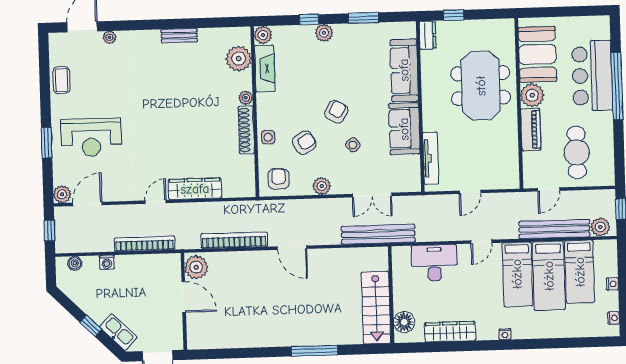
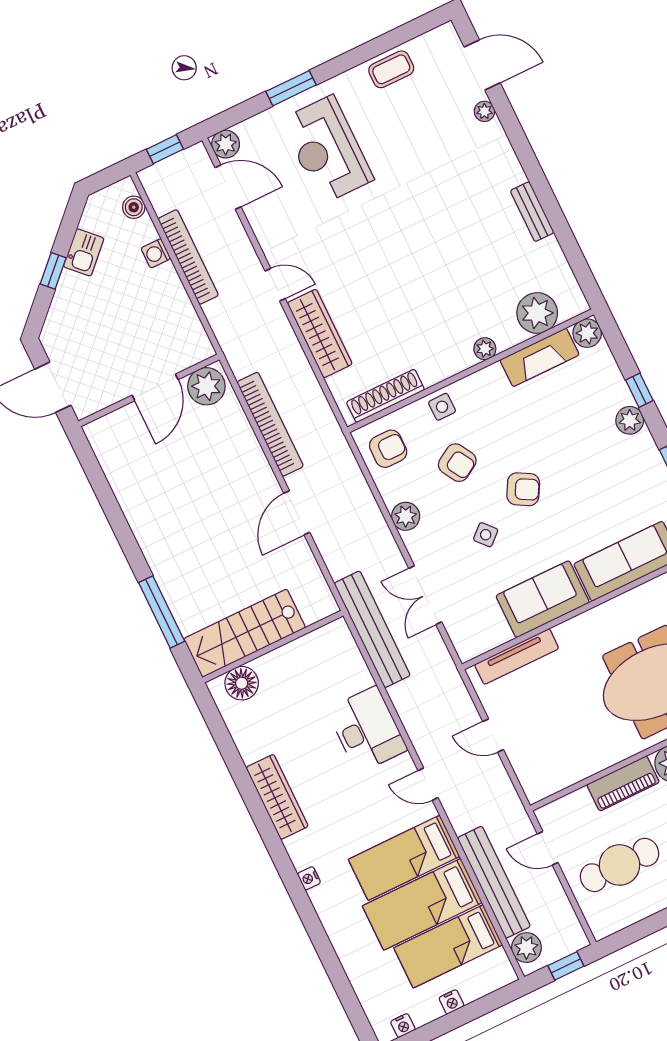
shoe rack: (246, 130) -> (385, 396), moved
bookcase: (145, 244) -> (188, 257), moved
wall: (391, 295) -> (273, 647), moved
stairs: (376, 308) -> (245, 633), moved
floor lamp: (404, 322) -> (242, 683), moved
kitchen sink: (118, 332) -> (84, 252), moved, width x0.73

